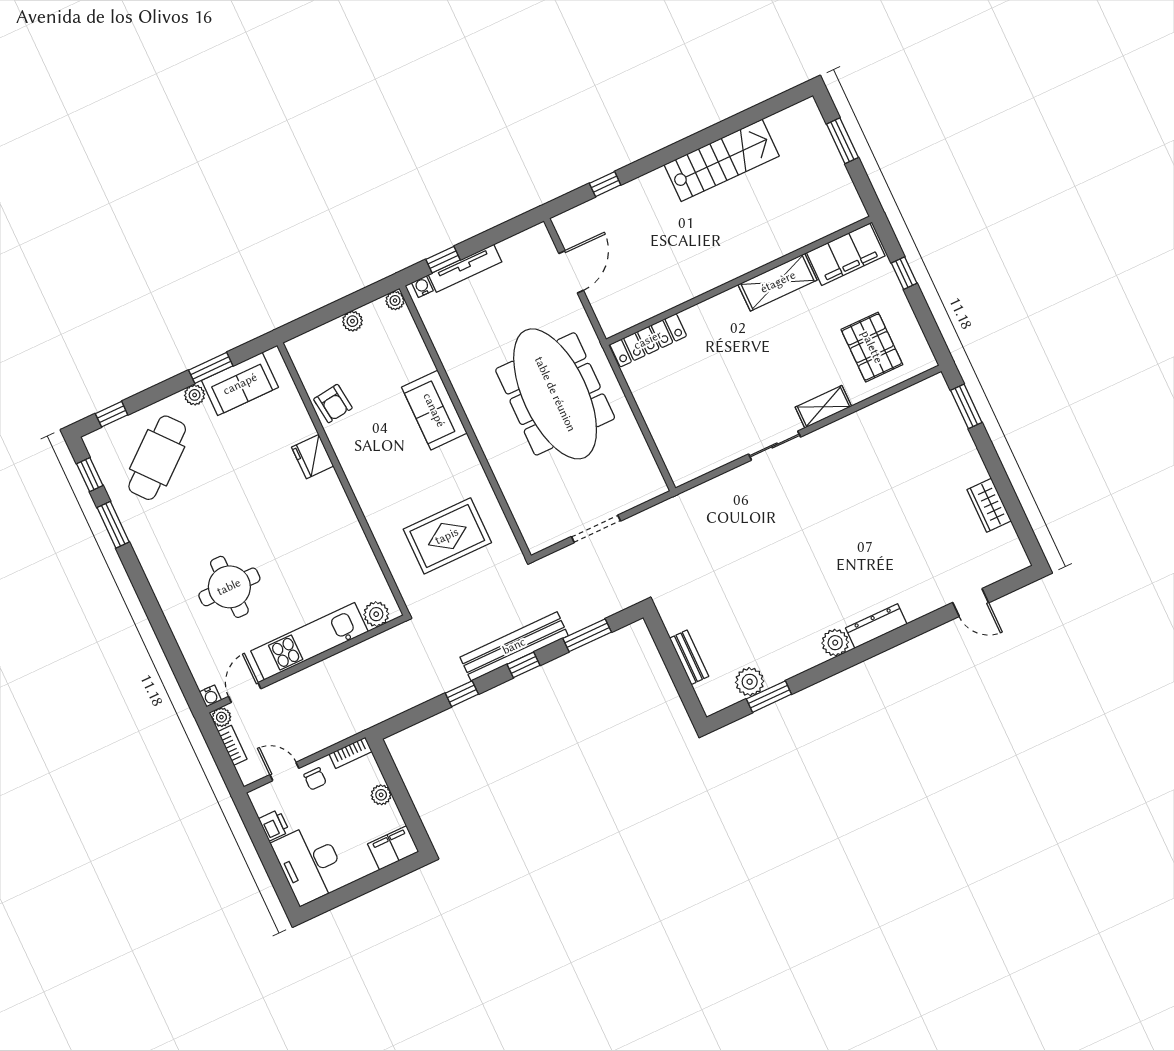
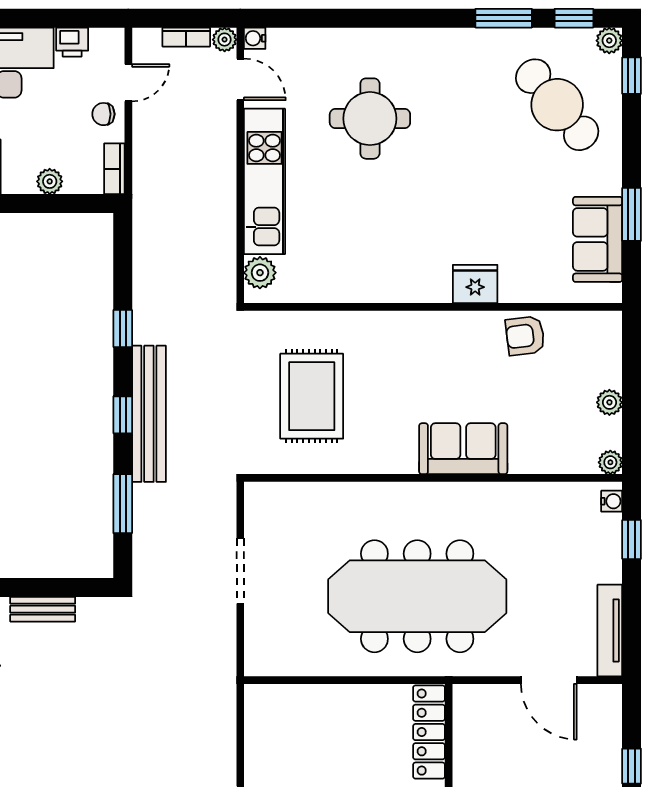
tv unit: (465, 268) -> (610, 631), moved
plant: (195, 395) -> (609, 41), moved

